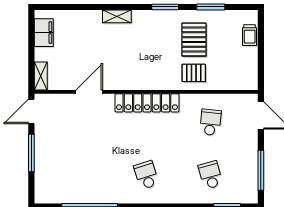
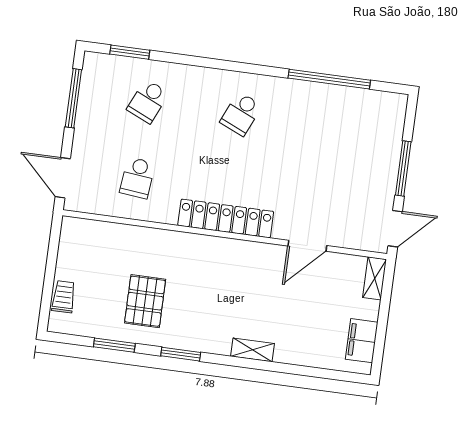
pallet: (194, 73) -> (152, 253), removed
school desk: (146, 175) -> (241, 114), turned 42
school desk: (210, 175) -> (148, 101), turned 39

